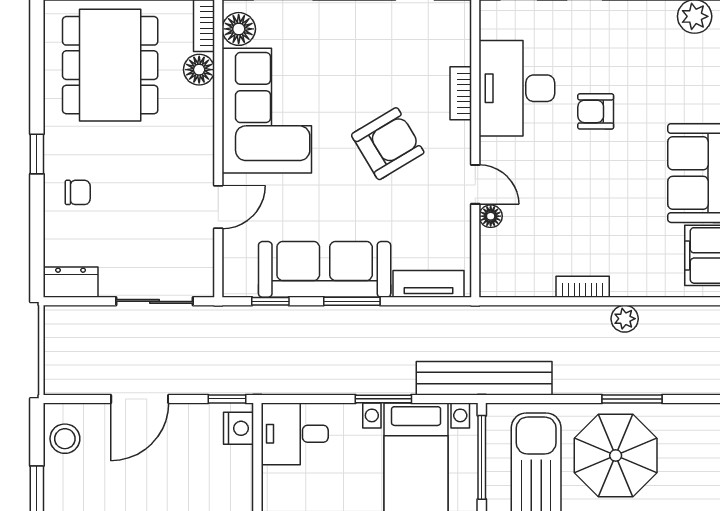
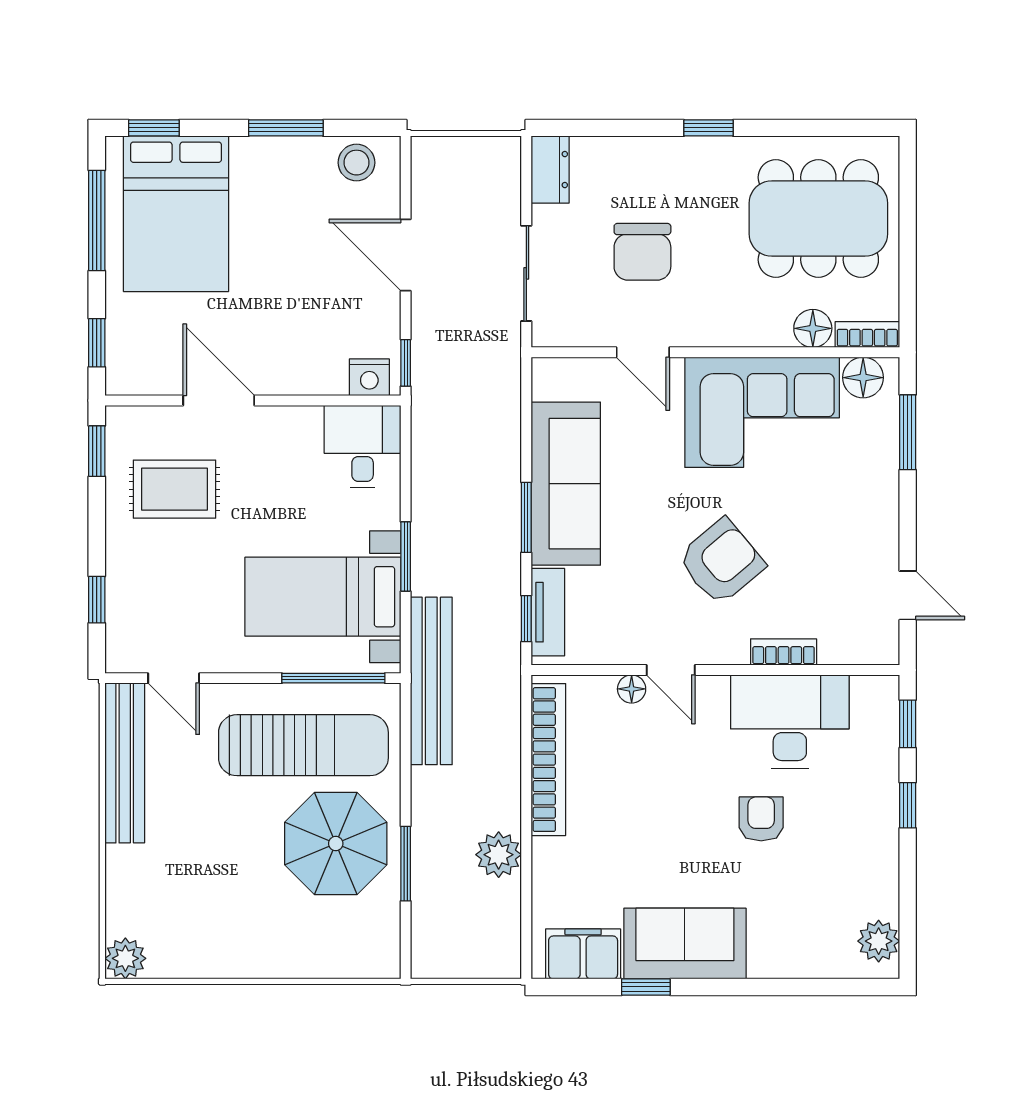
armchair: (388, 144) -> (721, 562), turned -99
door: (475, 184) -> (671, 670), hinge flipped
chair: (78, 192) -> (642, 252), moved, width x1.87, depth x1.87
bookcase: (583, 287) -> (548, 760), width x2.31, depth x1.31
window: (270, 301) -> (526, 619), moved
plant: (625, 319) -> (499, 855), width x1.38, depth x1.38

